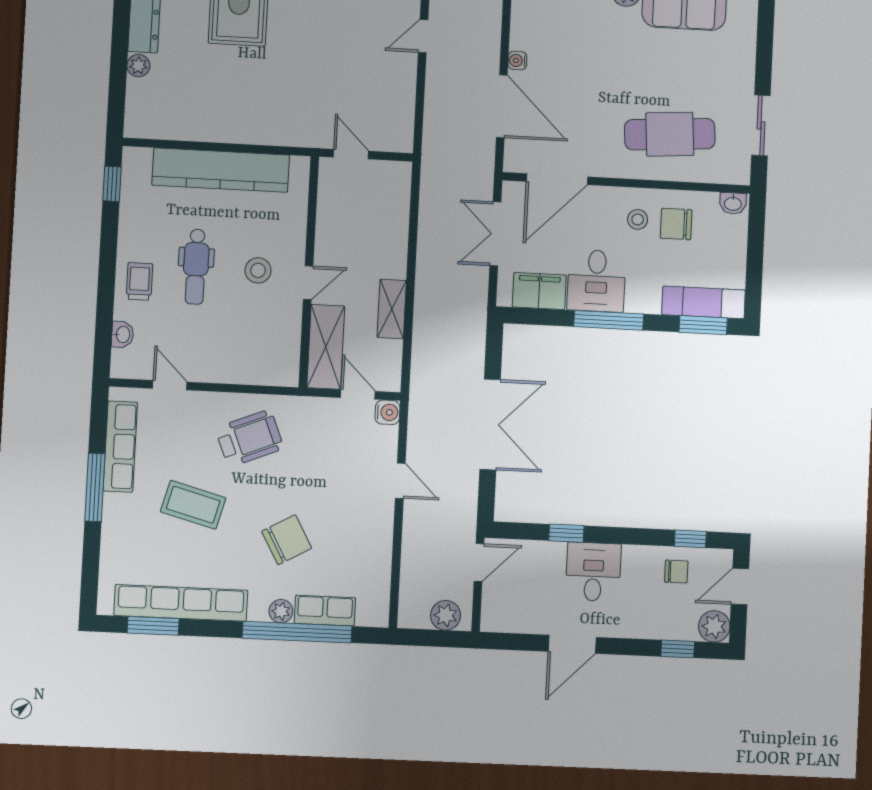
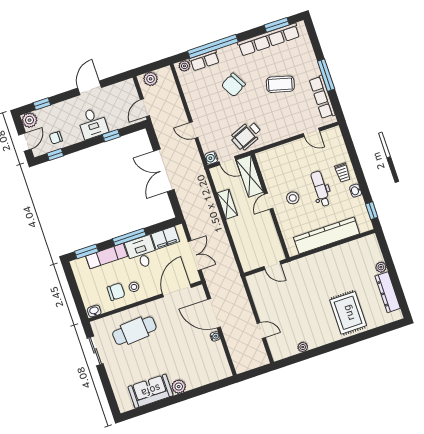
door: (423, 36) -> (261, 330), hinge flipped
exam couch: (704, 302) -> (107, 256), moved
washbasin: (122, 334) -> (356, 191), moved
wheelchair: (250, 438) -> (246, 136), moved
plant: (281, 611) -> (184, 66), moved

